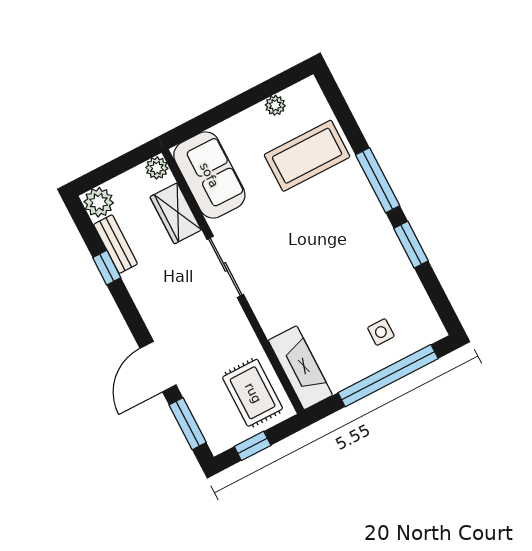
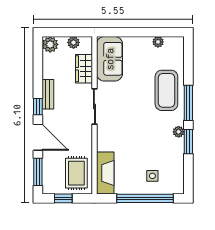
coffee table: (307, 156) -> (166, 90), moved, turned 90
plant: (157, 168) -> (73, 42), moved
plant: (386, 237) -> (179, 132), added
bench: (116, 244) -> (48, 94), moved
window: (107, 268) -> (38, 107), moved
door: (158, 367) -> (38, 137), swing flipped

